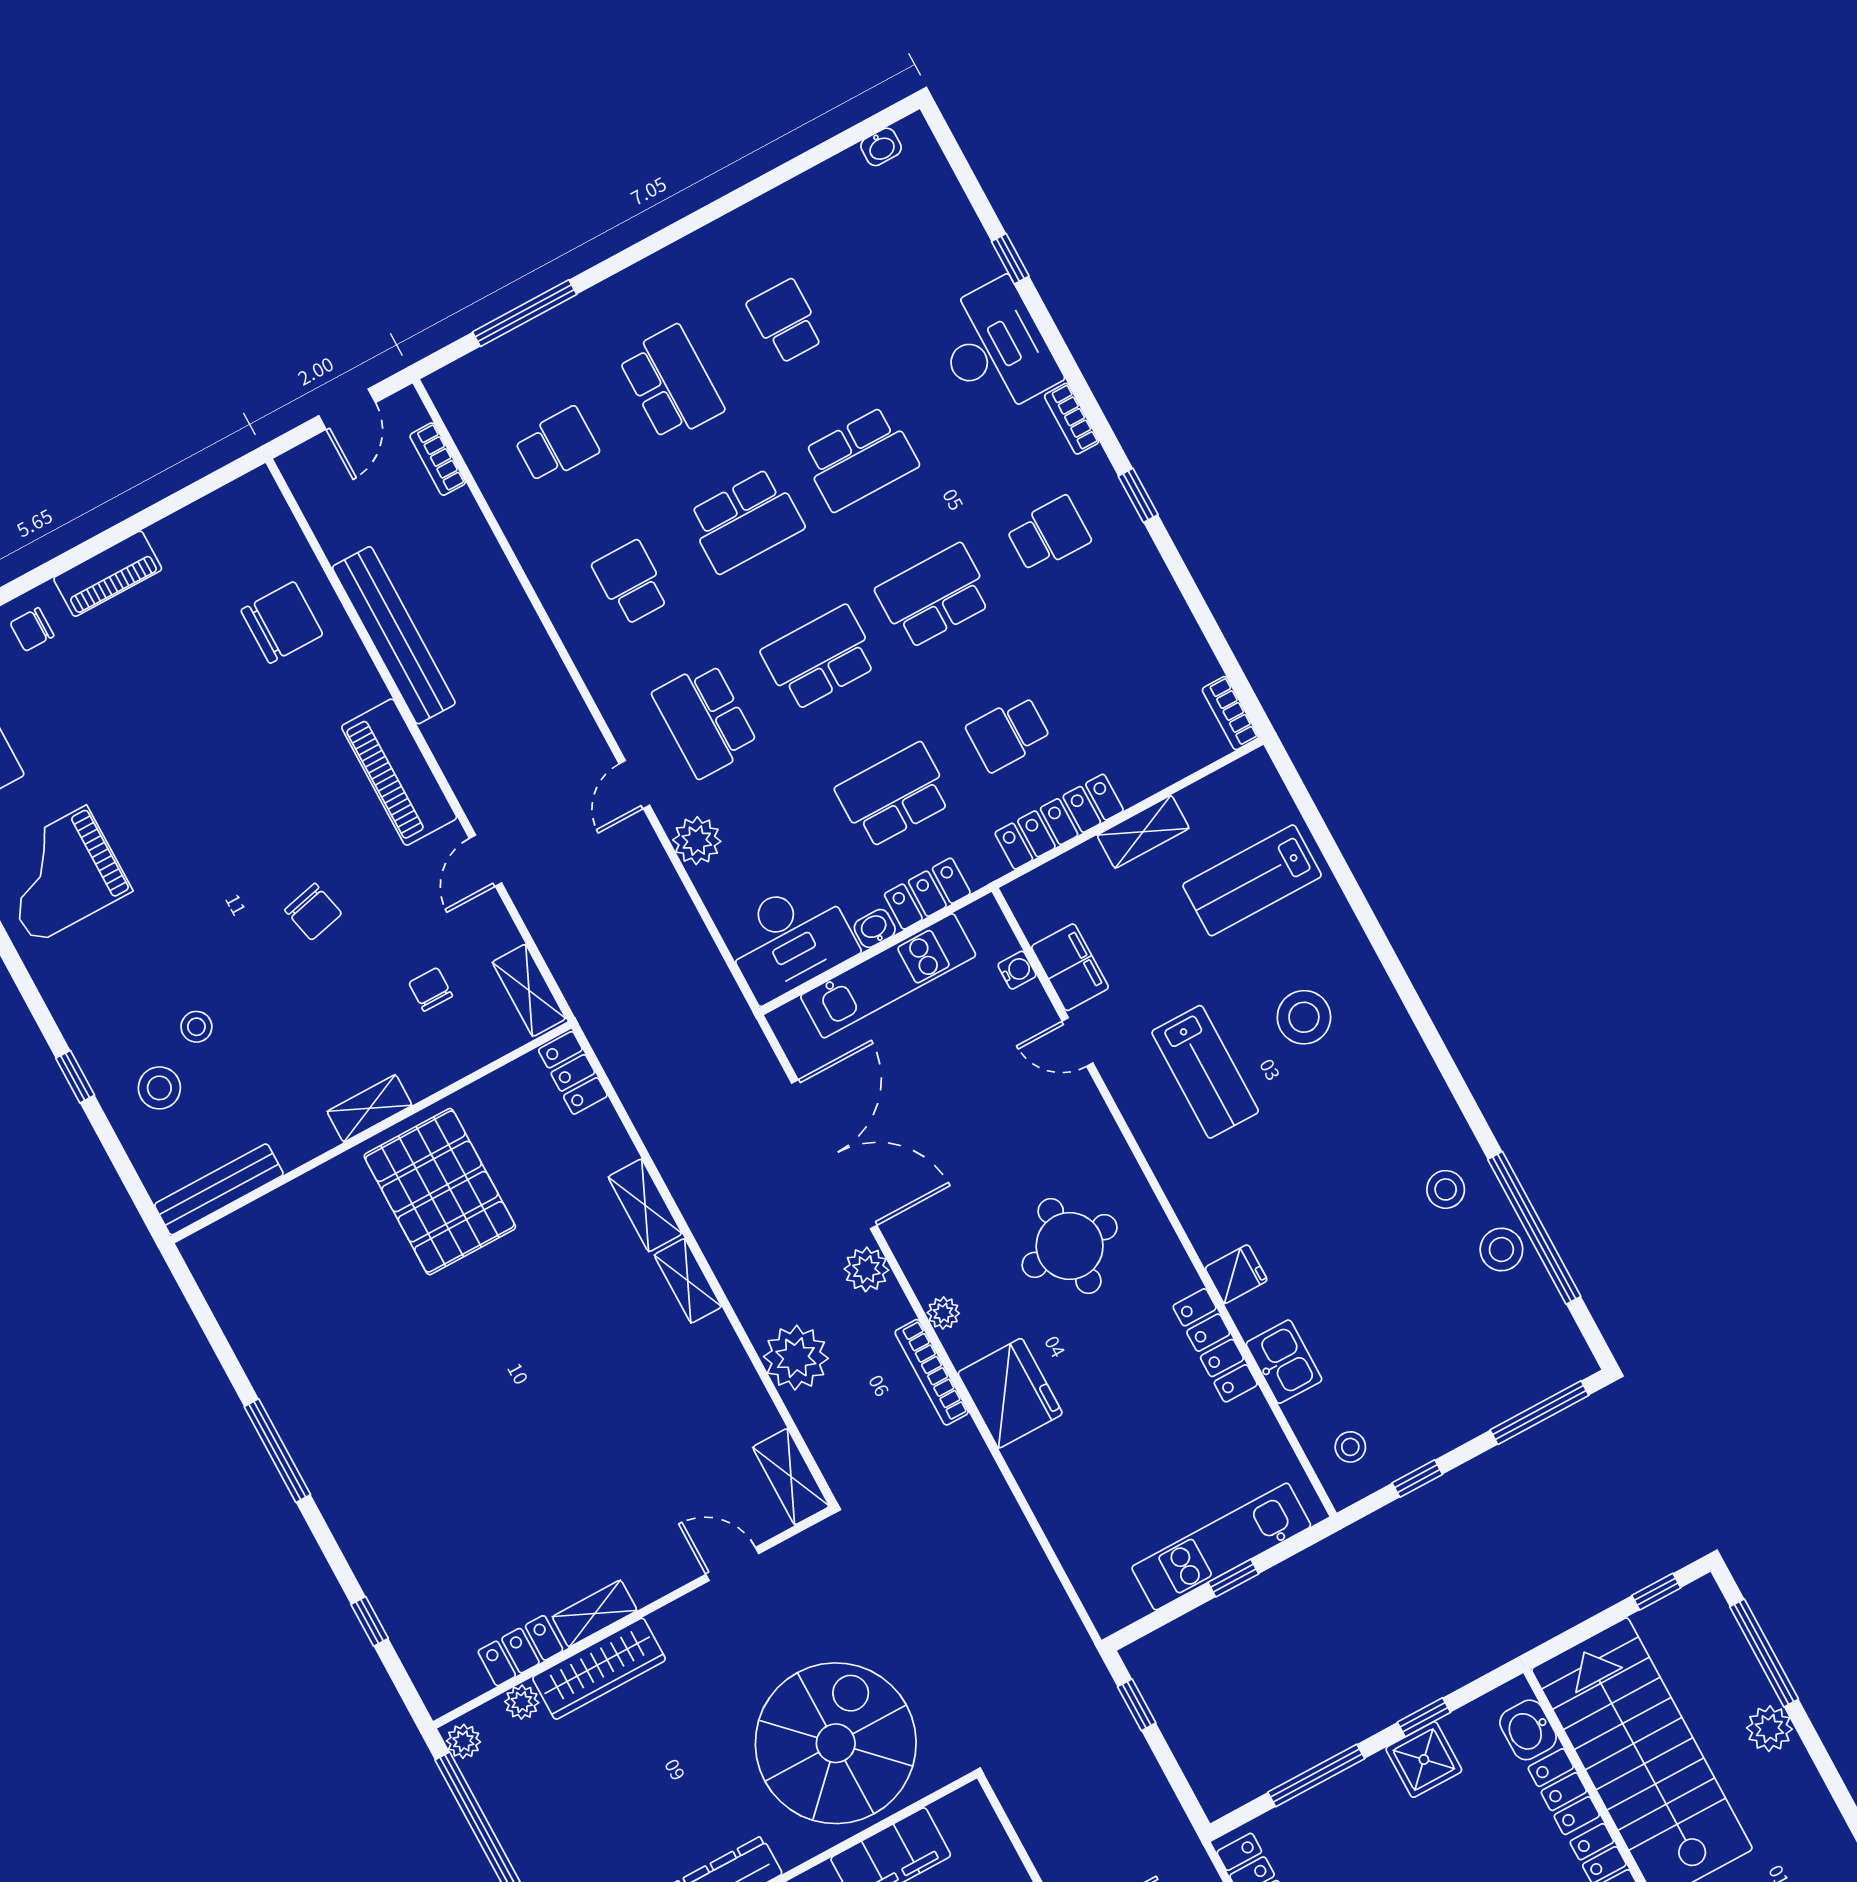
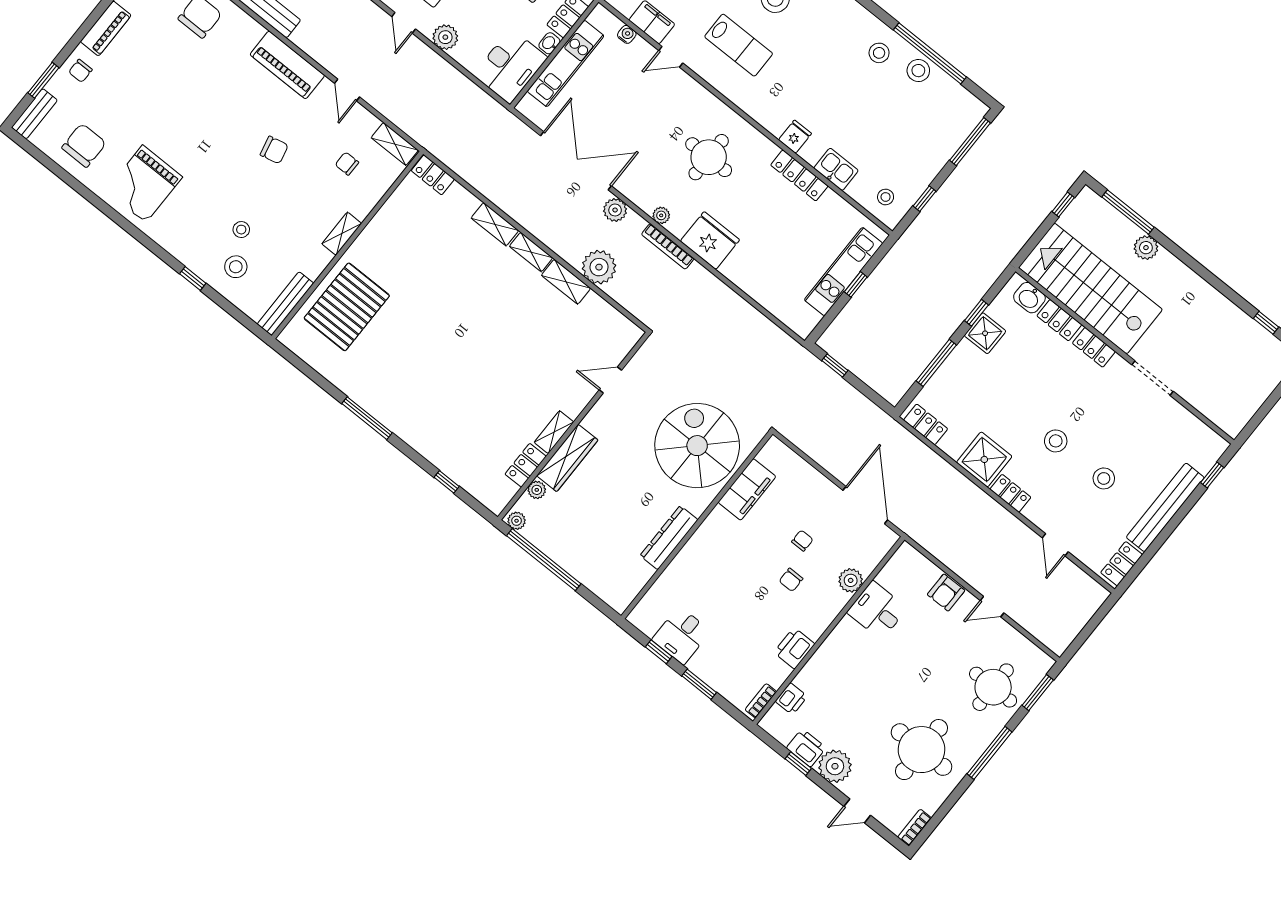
pallet: (440, 1192) -> (347, 307), moved, turned 90
shelving: (791, 1477) -> (566, 282), moved

